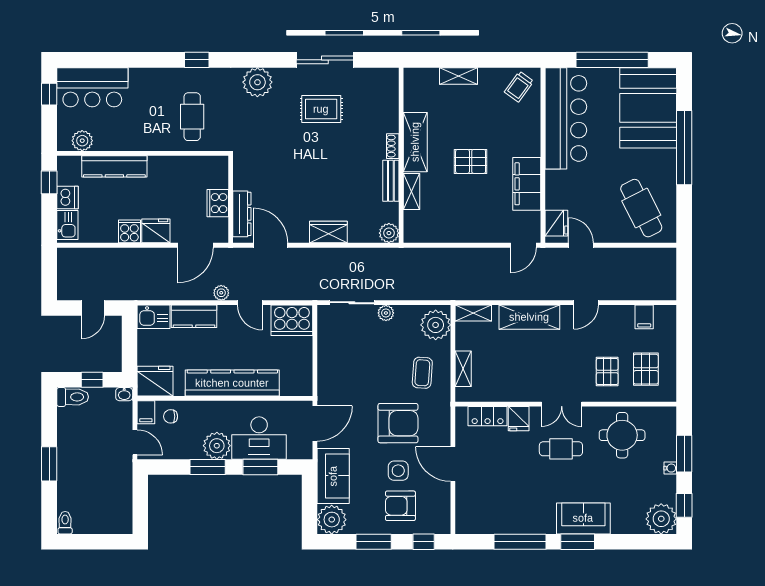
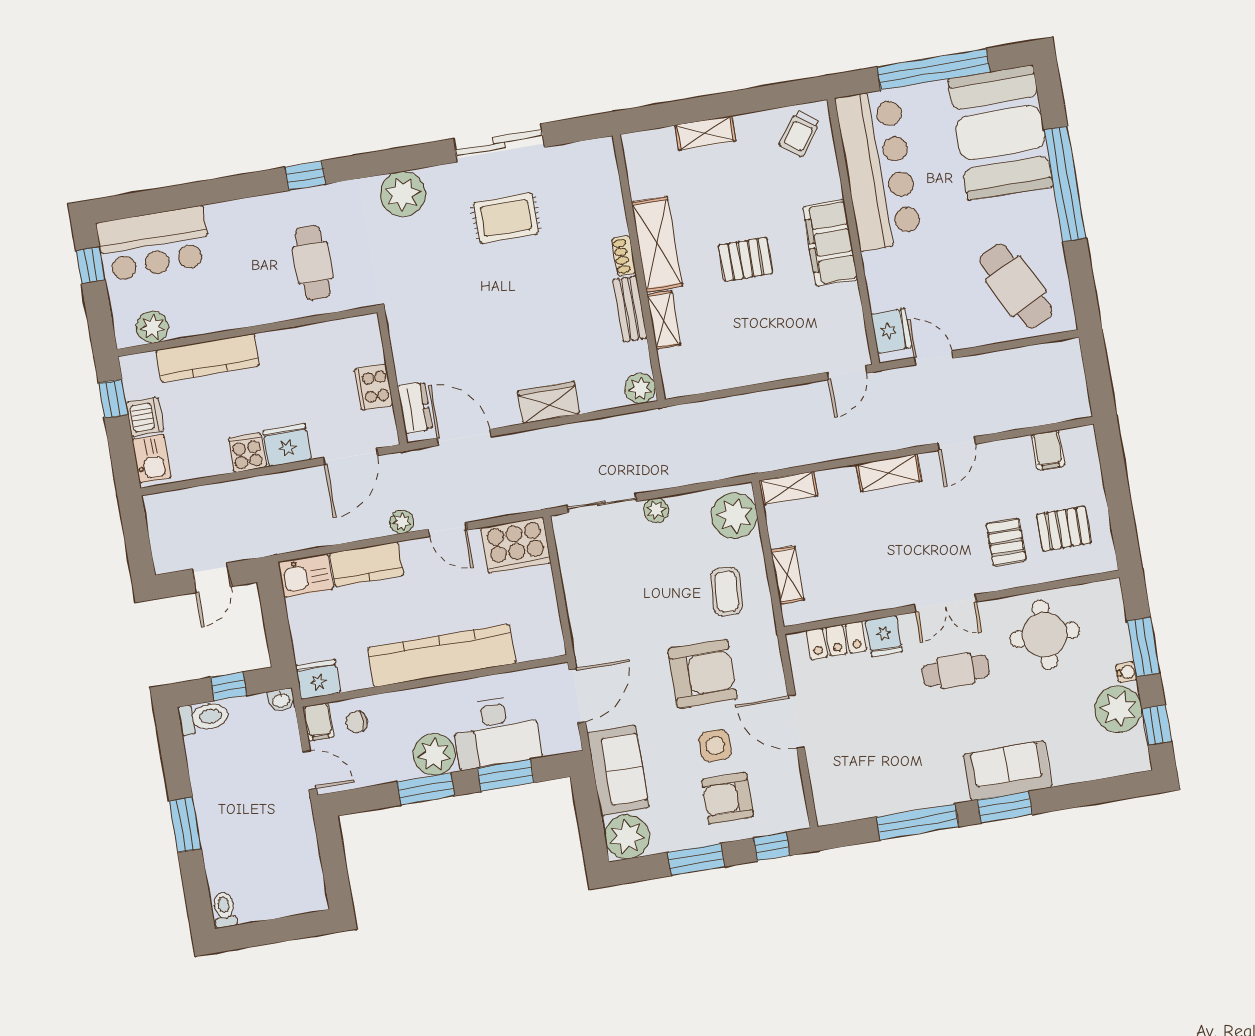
filing cabinet: (527, 184) -> (830, 243), moved
dresser: (242, 214) -> (415, 408), width x0.70
shelving: (529, 317) -> (889, 473), width x0.67, depth x0.75
pallet: (646, 369) -> (1064, 529), turned 90
fridge: (155, 381) -> (318, 679), width x0.73, depth x0.75
plant: (661, 519) -> (1118, 709), moved

